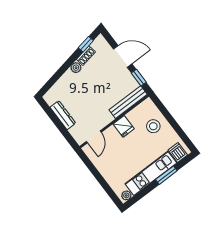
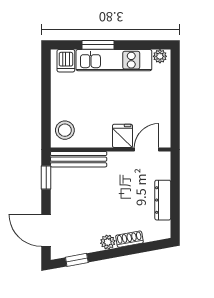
shoe rack: (86, 56) -> (129, 239), moved
door: (123, 56) -> (46, 230), moved
fridge: (124, 126) -> (122, 136), moved
stool: (153, 126) -> (65, 130), moved

